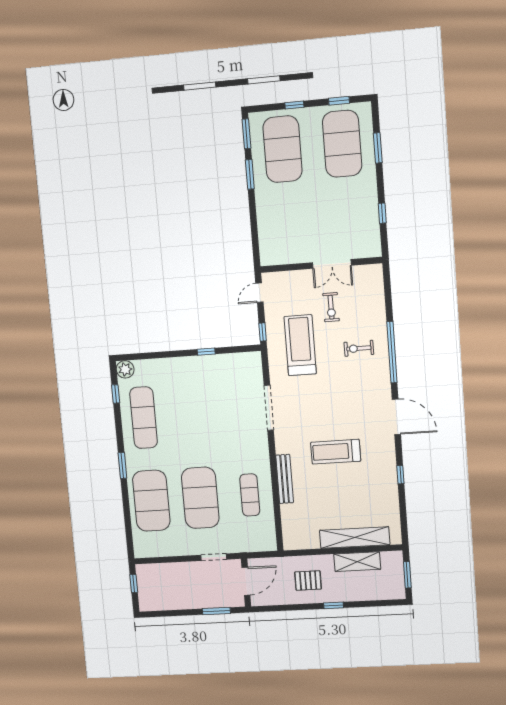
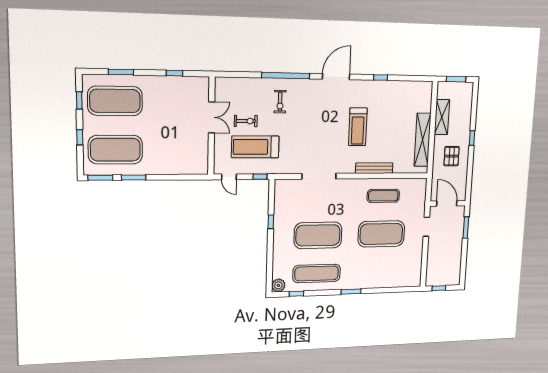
treadmill: (300, 345) -> (255, 147), moved
exercise mat: (151, 501) -> (318, 235), moved
shelving: (355, 538) -> (423, 140), moved

